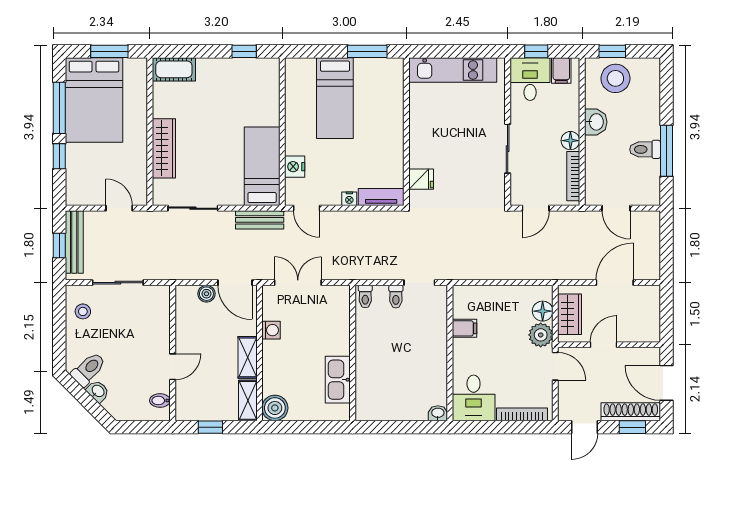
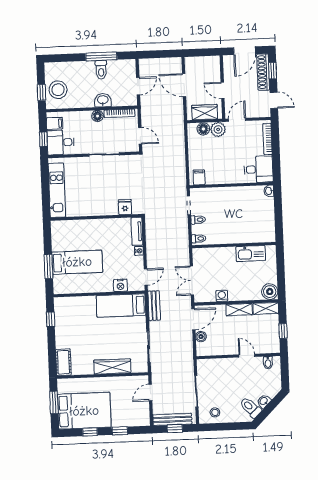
window: (367, 51) -> (48, 267), moved
window: (59, 108) -> (90, 432), width x0.46
washbasin: (596, 122) -> (103, 100), moved
filing cabinet: (464, 328) -> (199, 177), moved

